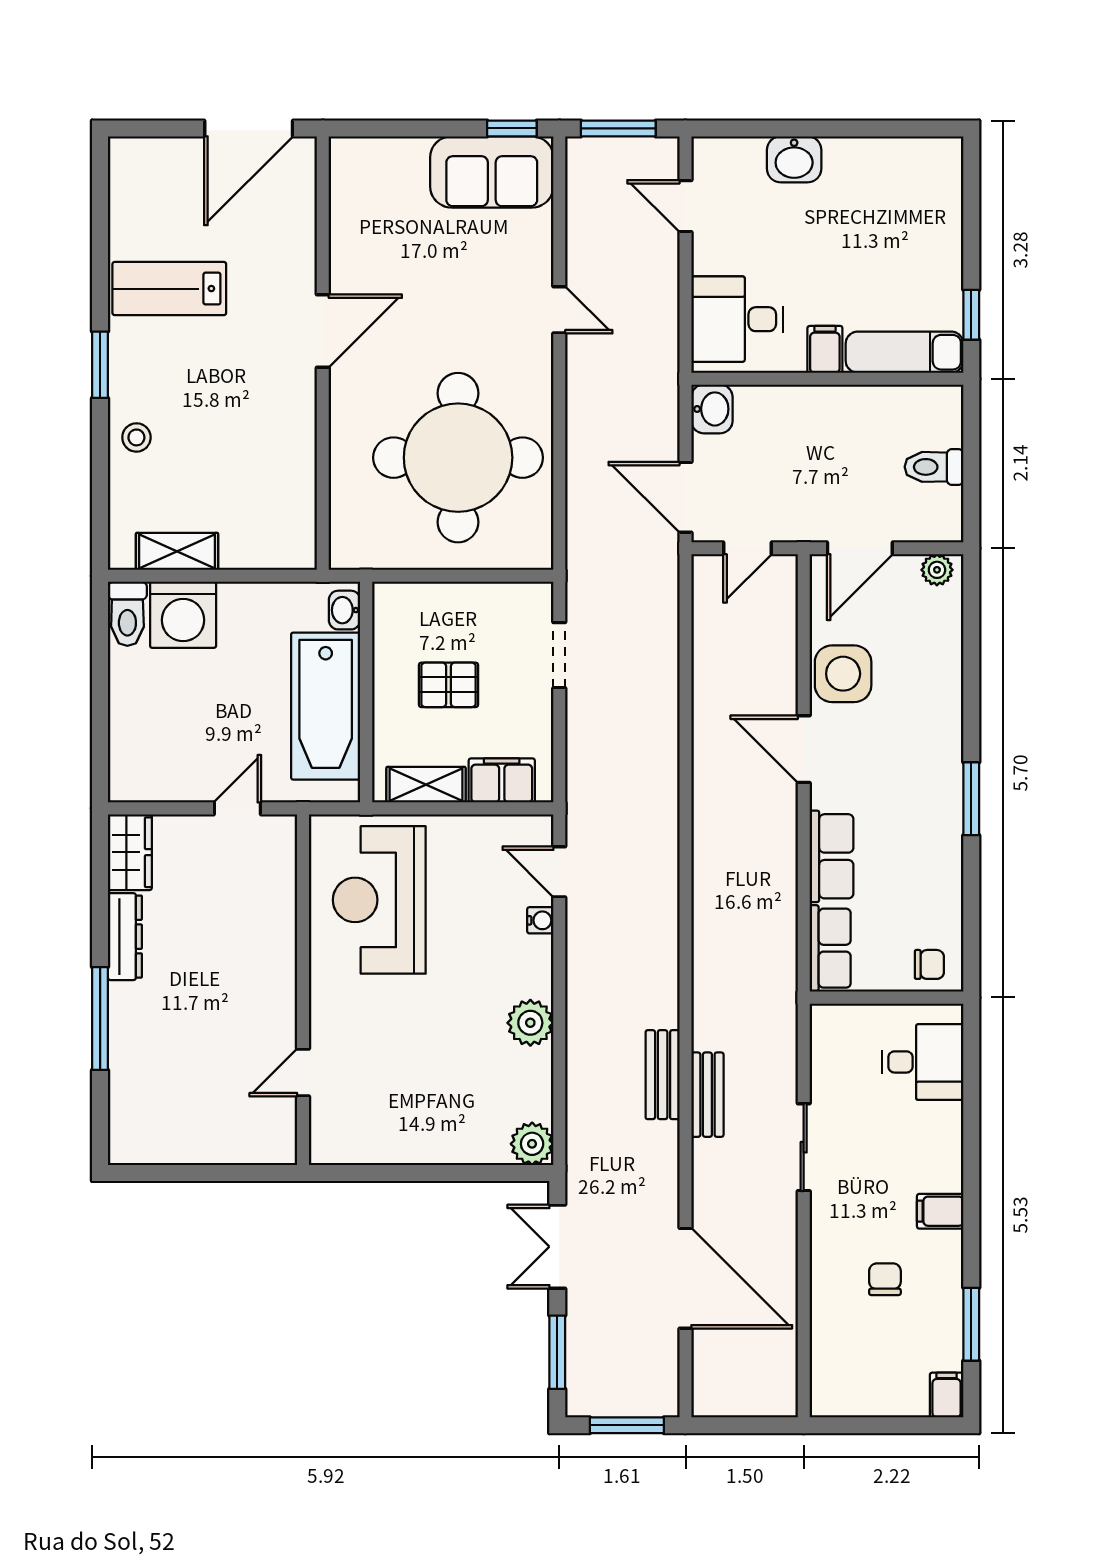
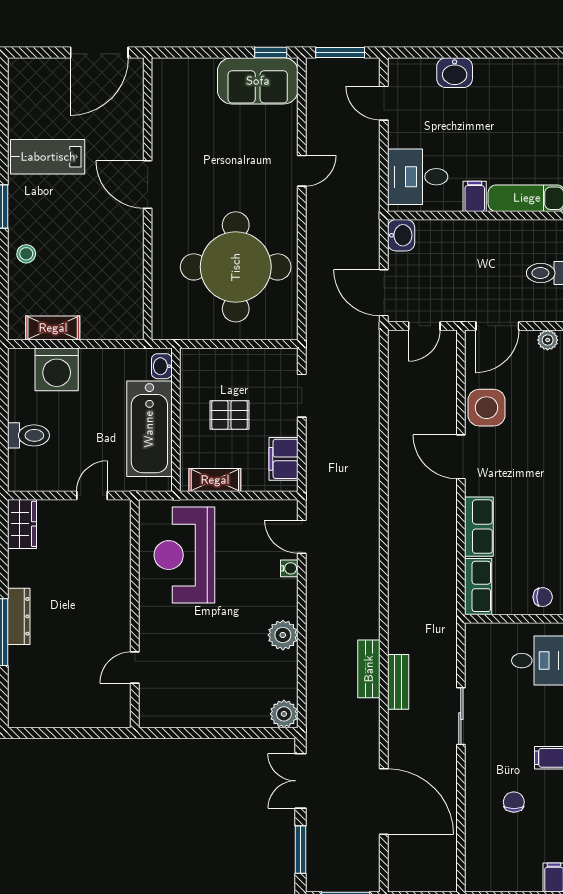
door: (559, 310) -> (302, 171), hinge flipped
door: (323, 331) -> (148, 184), swing flipped
toilet: (127, 614) -> (29, 435), moved, turned -90
filing cabinet: (502, 780) -> (283, 459), moved, turned -90
dresser: (125, 937) -> (19, 616), moved

